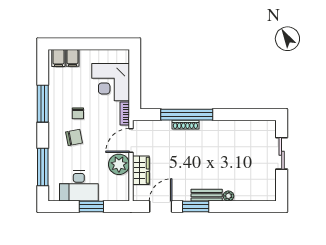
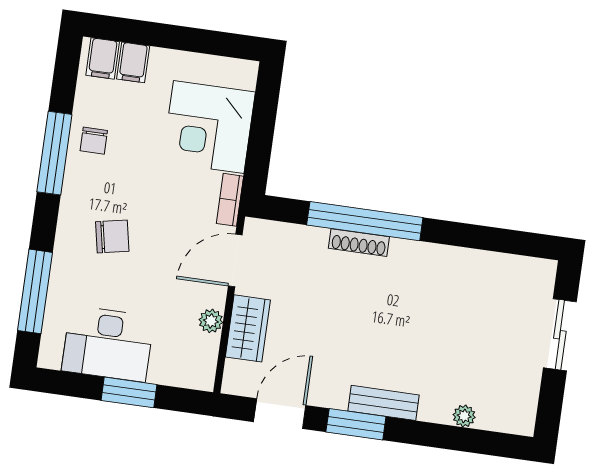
chair: (78, 113) -> (94, 141), moved
plant: (119, 164) -> (211, 321), width x0.53, depth x0.53
plant: (228, 196) -> (464, 416), moved

